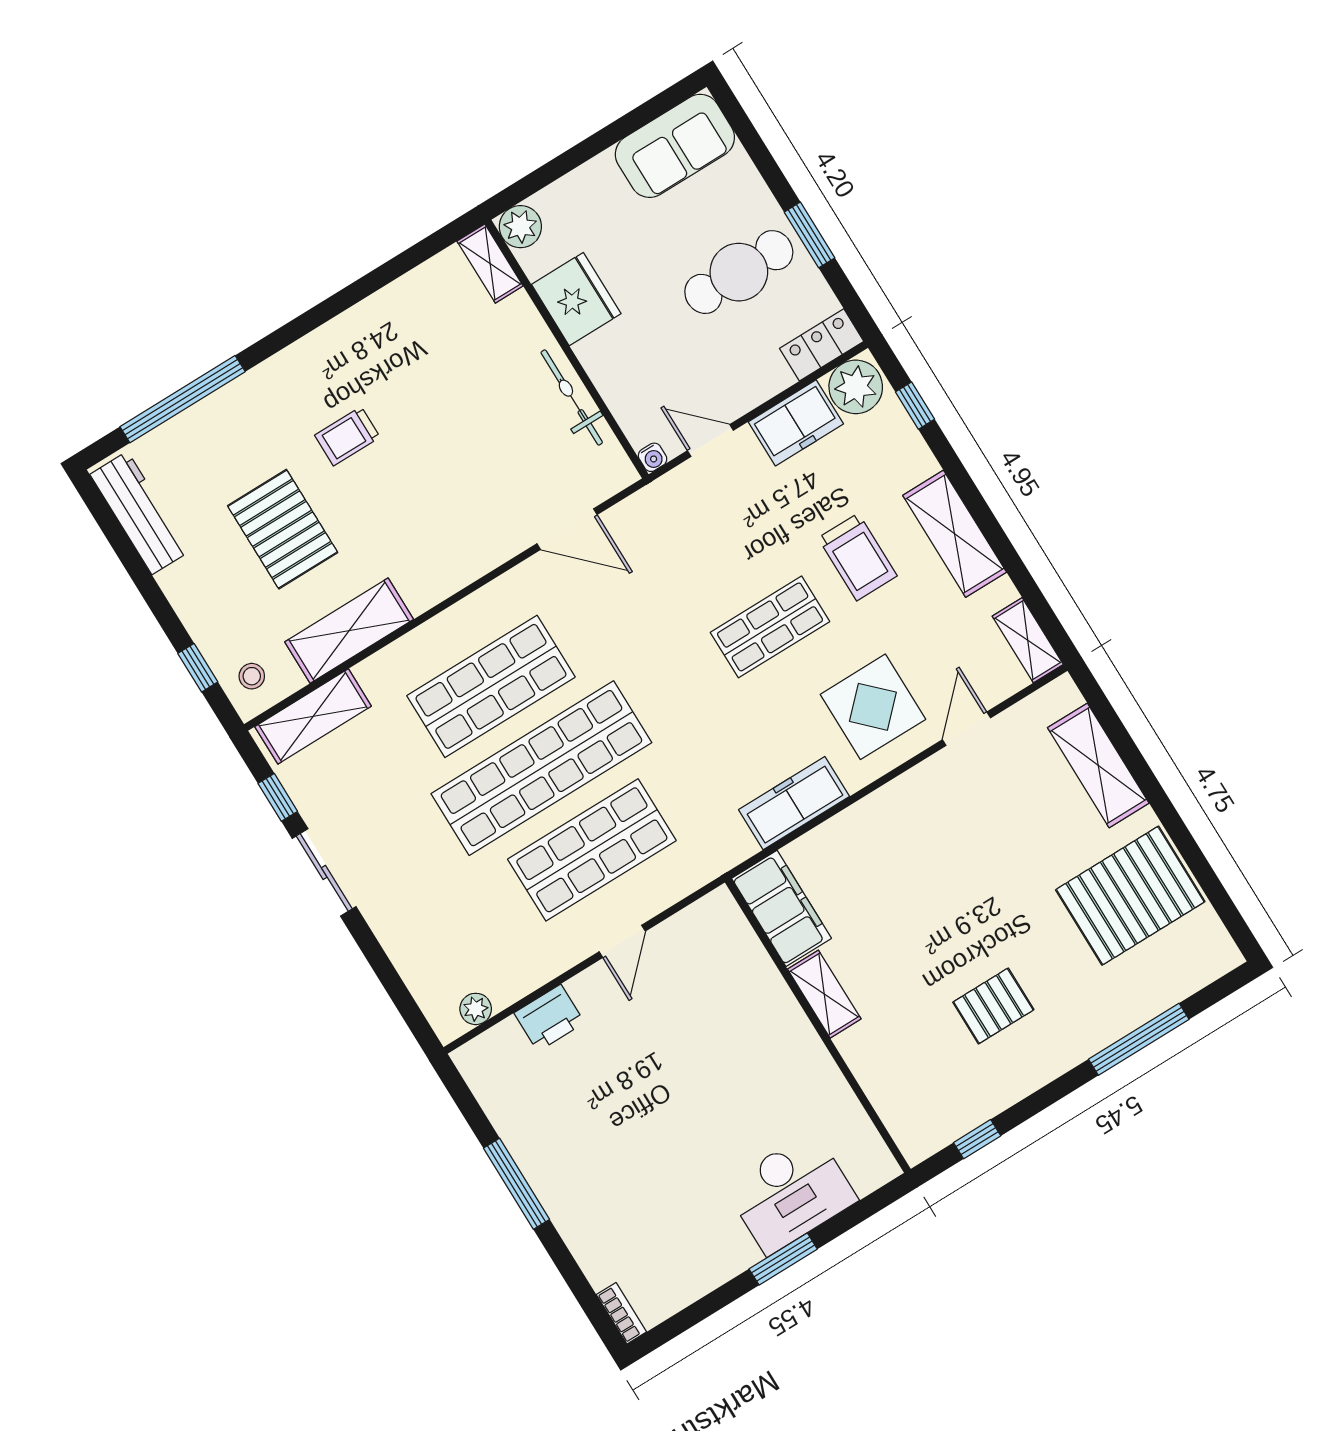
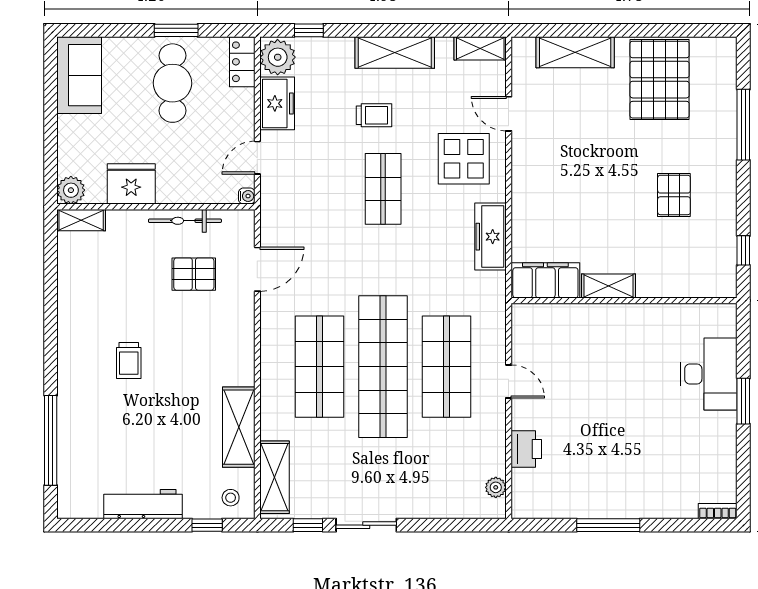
workbench: (140, 513) -> (143, 504), moved
pallet: (283, 529) -> (194, 274), moved, width x0.67, depth x0.71
trolley: (858, 557) -> (374, 115), width x0.73, depth x0.72

